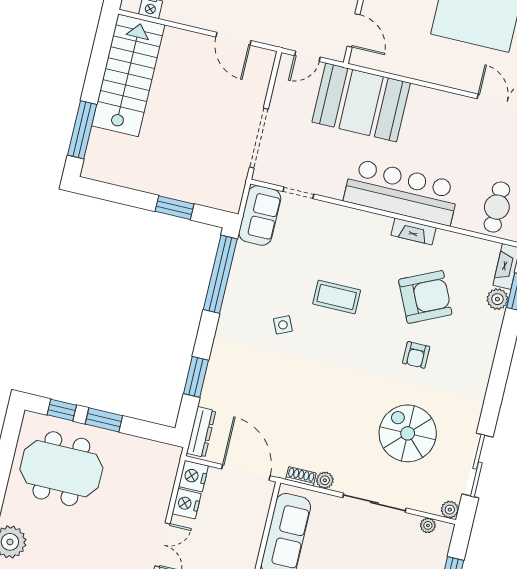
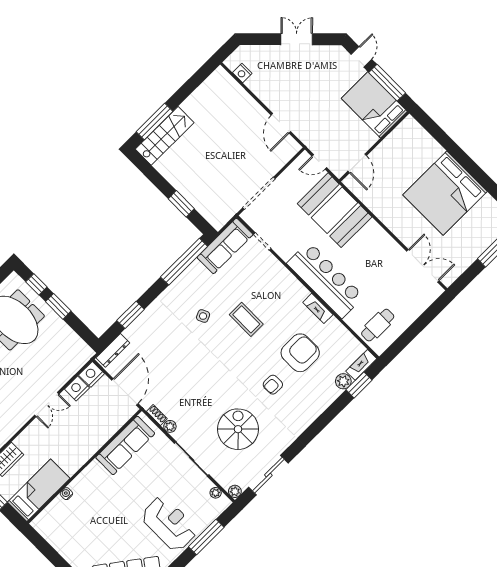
stairs: (128, 75) -> (165, 136), moved, width x0.73, depth x0.66
sofa: (260, 215) -> (225, 246), width x1.36
armchair: (425, 297) -> (300, 353), turned -65

